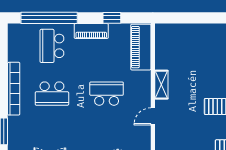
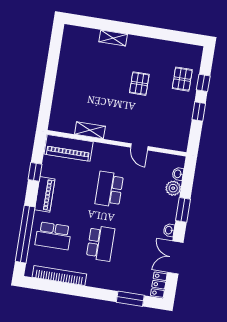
shelving: (161, 85) -> (90, 130), moved
bookcase: (14, 89) -> (59, 276), moved

